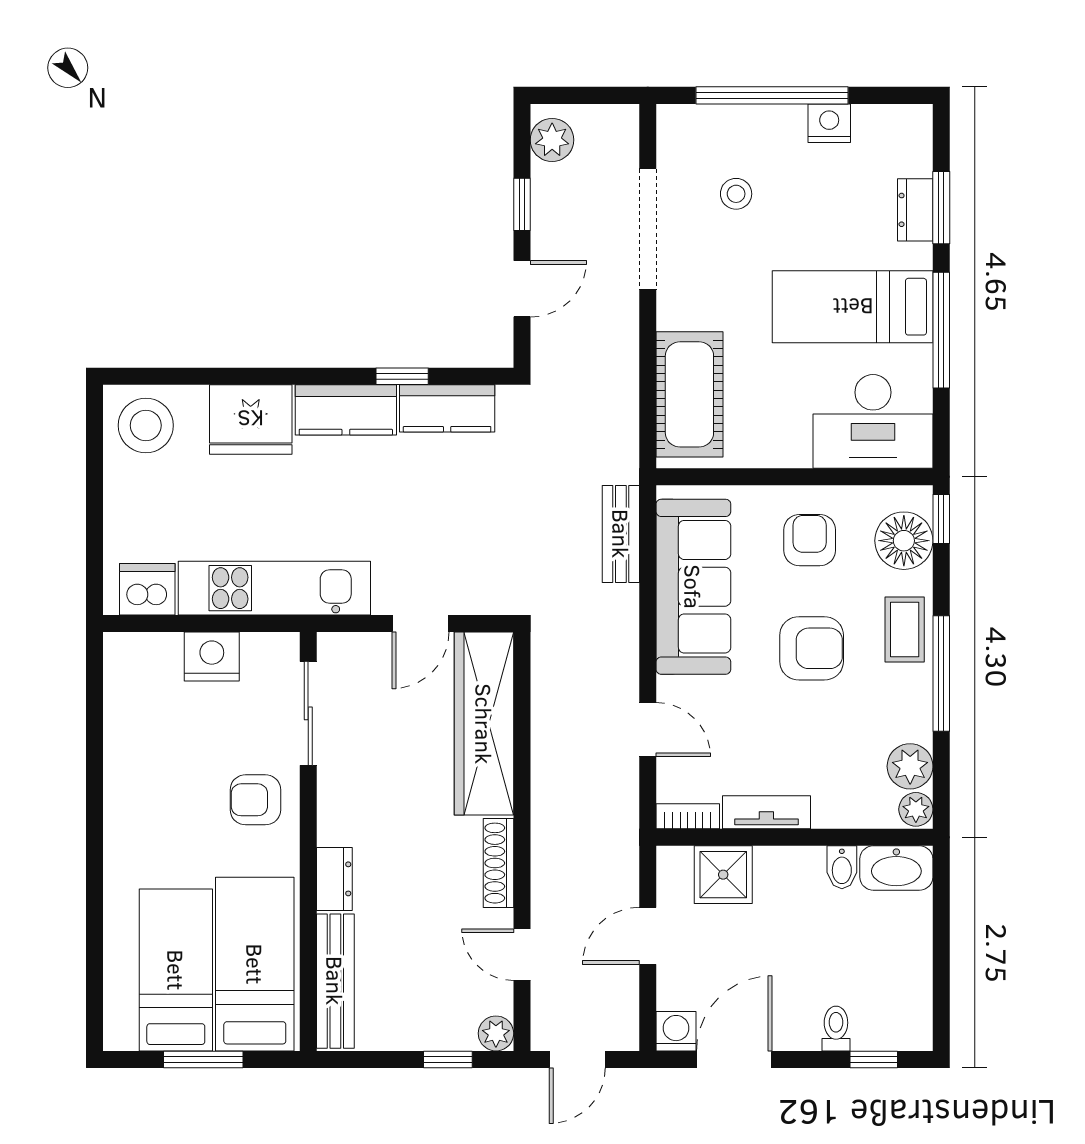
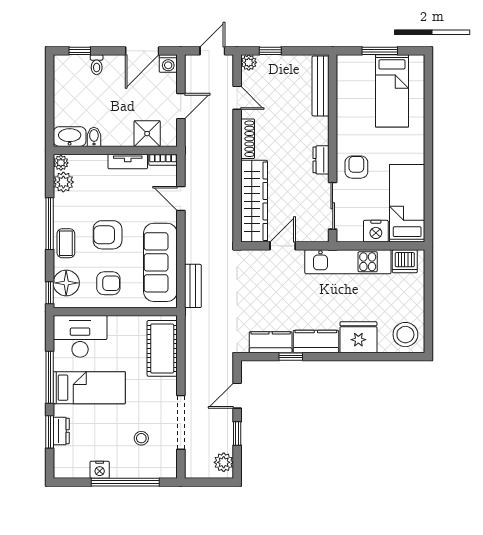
armchair: (810, 540) -> (108, 283), turned -90
armchair: (255, 800) -> (356, 167), turned -90
dresser: (334, 879) -> (321, 160), moved
bed: (255, 964) -> (407, 203), moved, turned 180

